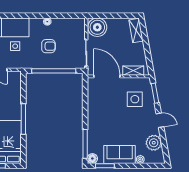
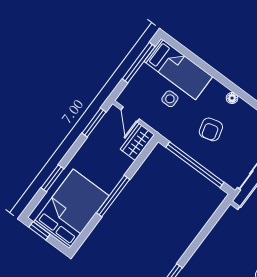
armchair: (48, 46) -> (211, 129), turned 75
wardrobe: (15, 81) -> (137, 142), added

